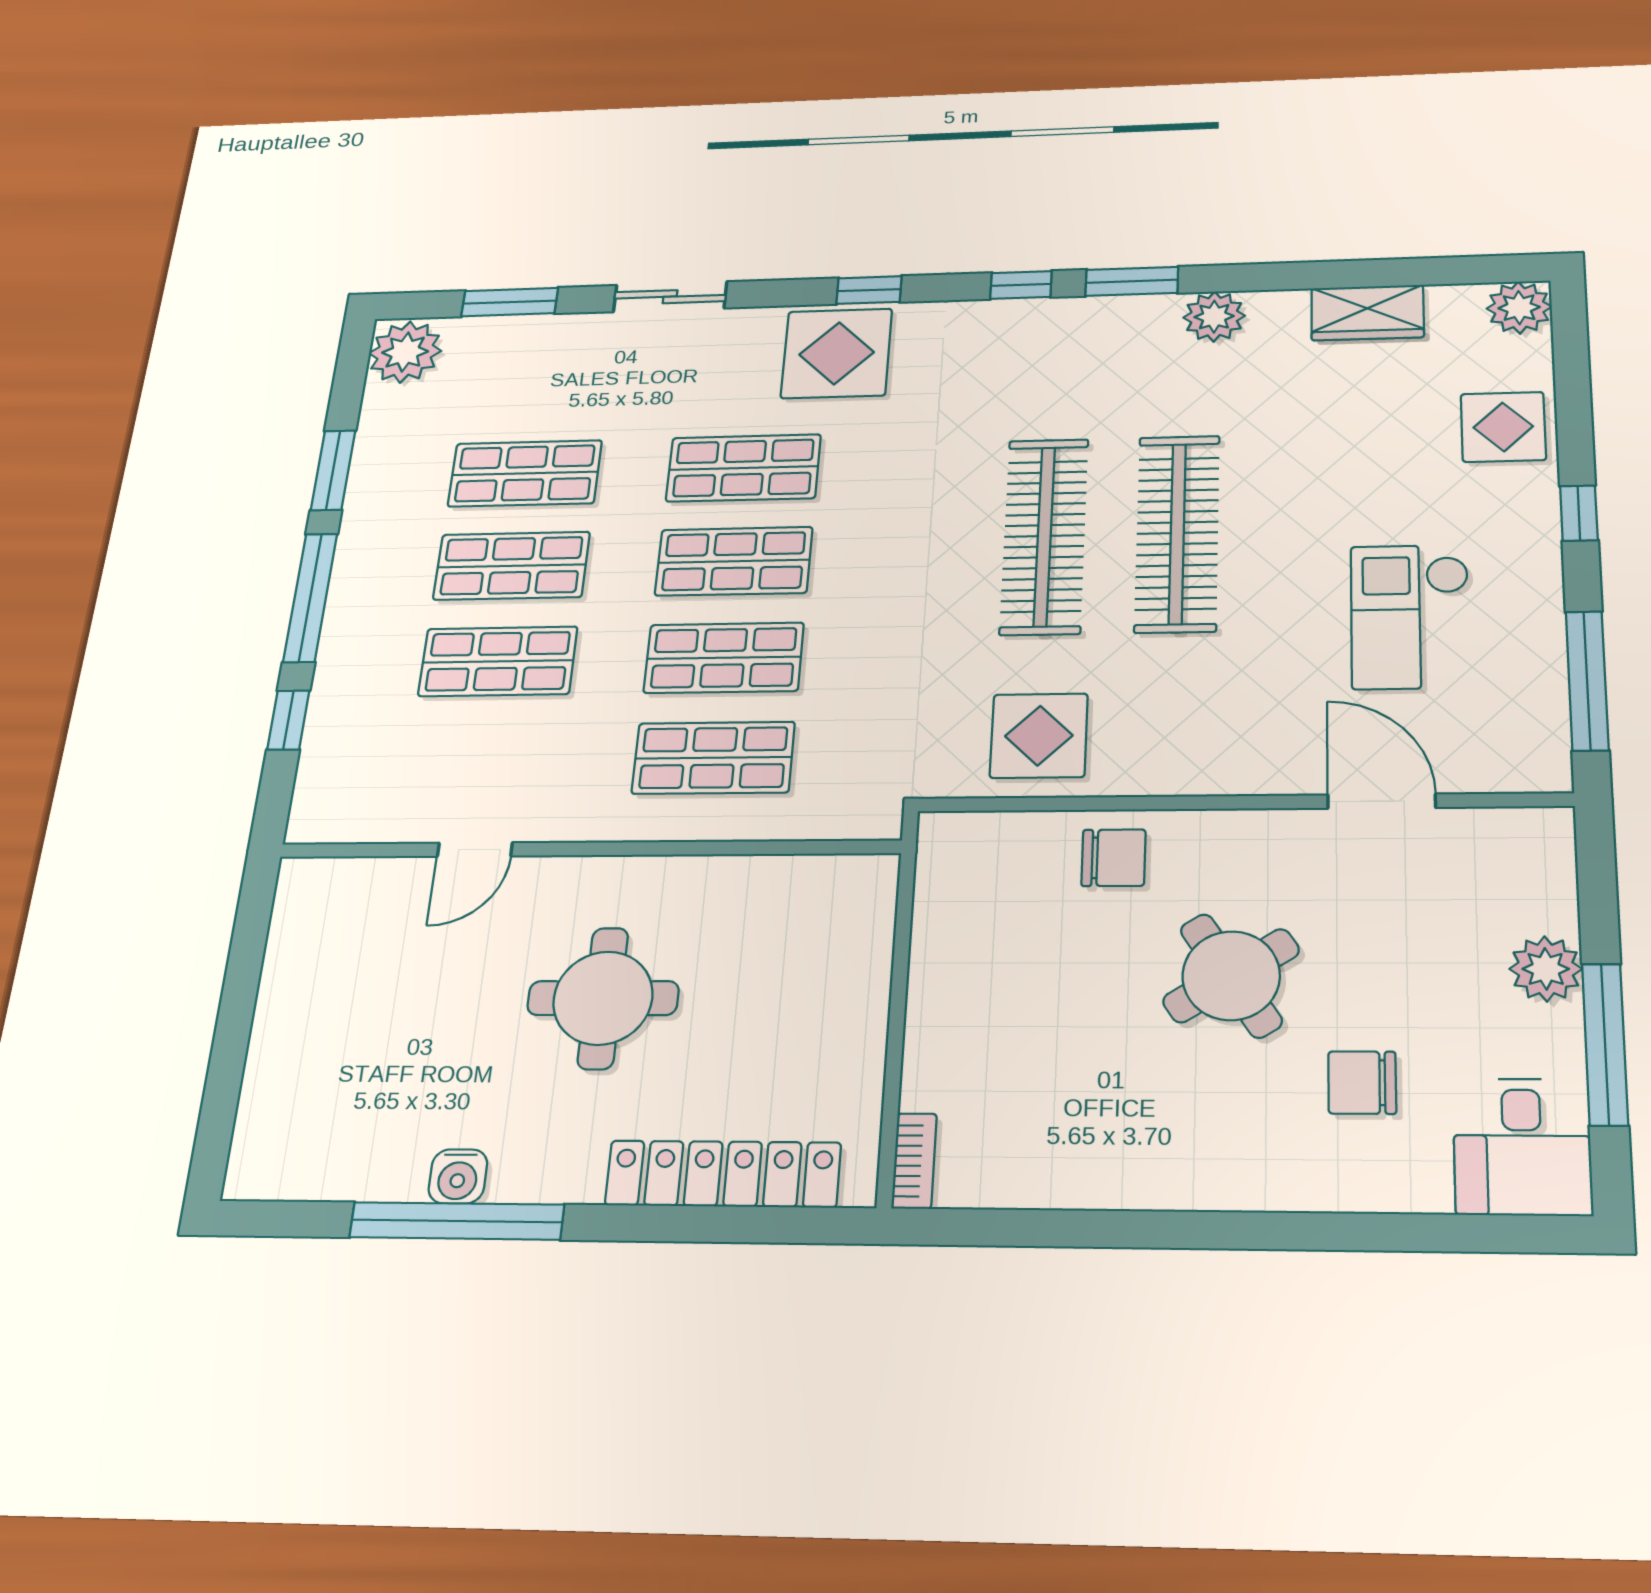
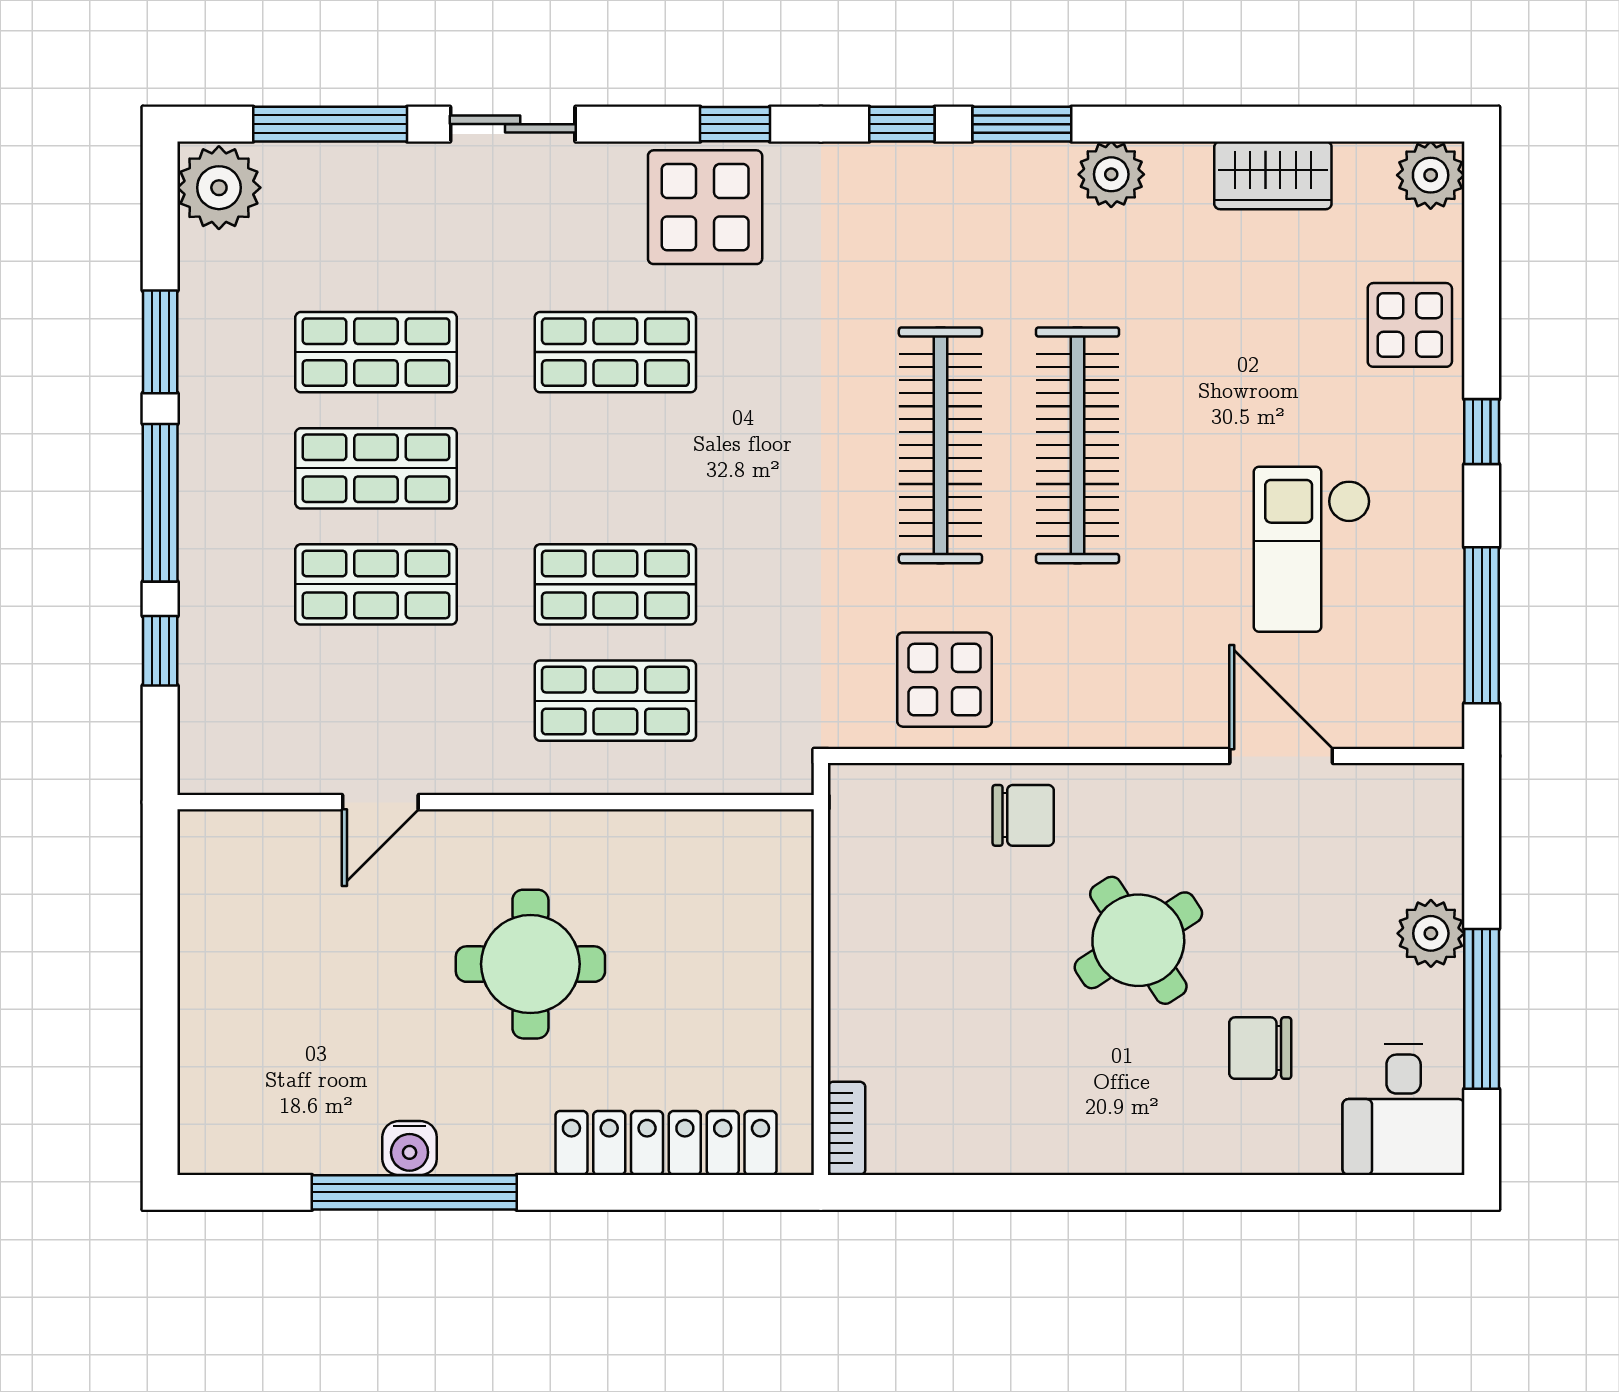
window: (510, 302) -> (330, 124), width x1.44
shop shelf: (734, 561) -> (615, 468), removed

